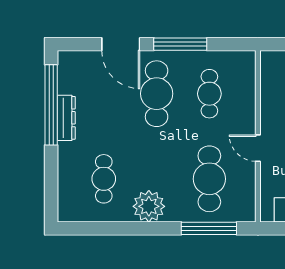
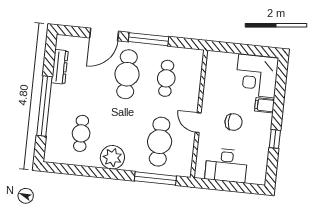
door: (121, 44) -> (104, 35), hinge flipped
window: (51, 105) -> (44, 106), moved
dresser: (66, 118) -> (60, 67), moved

